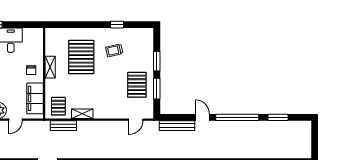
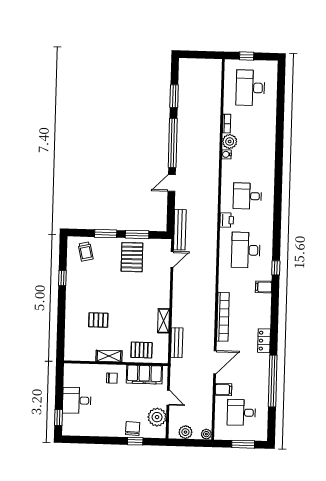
trolley: (114, 50) -> (86, 251), moved
pallet: (81, 57) -> (98, 320), width x0.49, depth x0.50
pallet: (137, 85) -> (132, 257), turned 90
pallet: (58, 106) -> (142, 350), moved
door: (136, 120) -> (172, 259), hinge flipped
bench: (177, 126) -> (180, 230), moved

